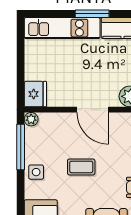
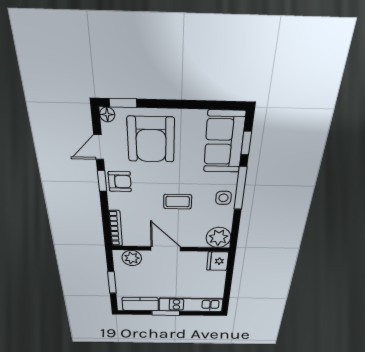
plant: (31, 119) -> (218, 238), width x1.88, depth x1.88
window: (21, 147) -> (240, 188), moved

